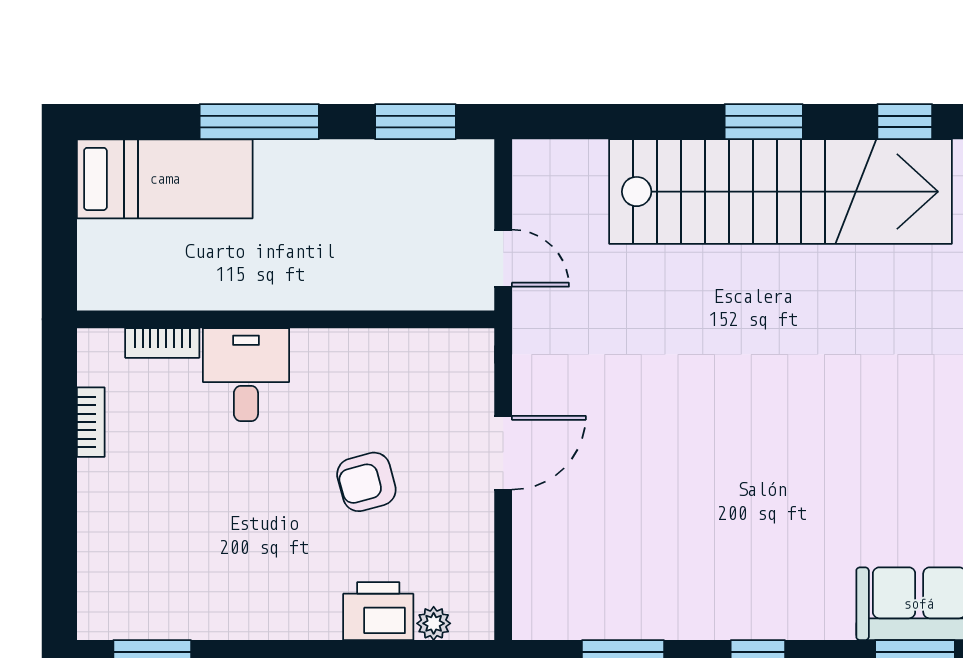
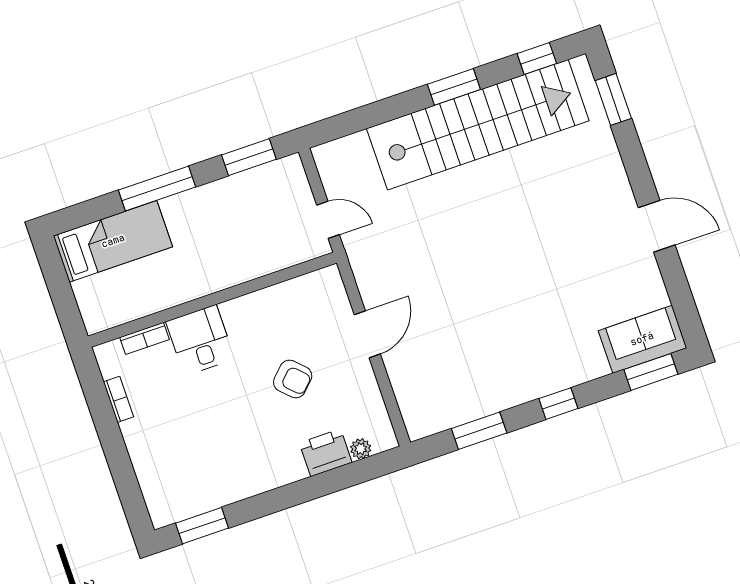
armchair: (366, 482) -> (293, 379), turned -120

